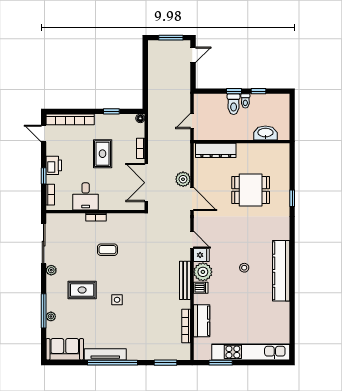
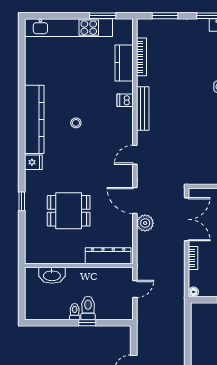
window: (258, 91) -> (60, 323), removed
door: (192, 240) -> (135, 155), hinge flipped
fridge: (201, 255) -> (33, 162), moved, turned 180
plant: (203, 272) -> (123, 118), removed

